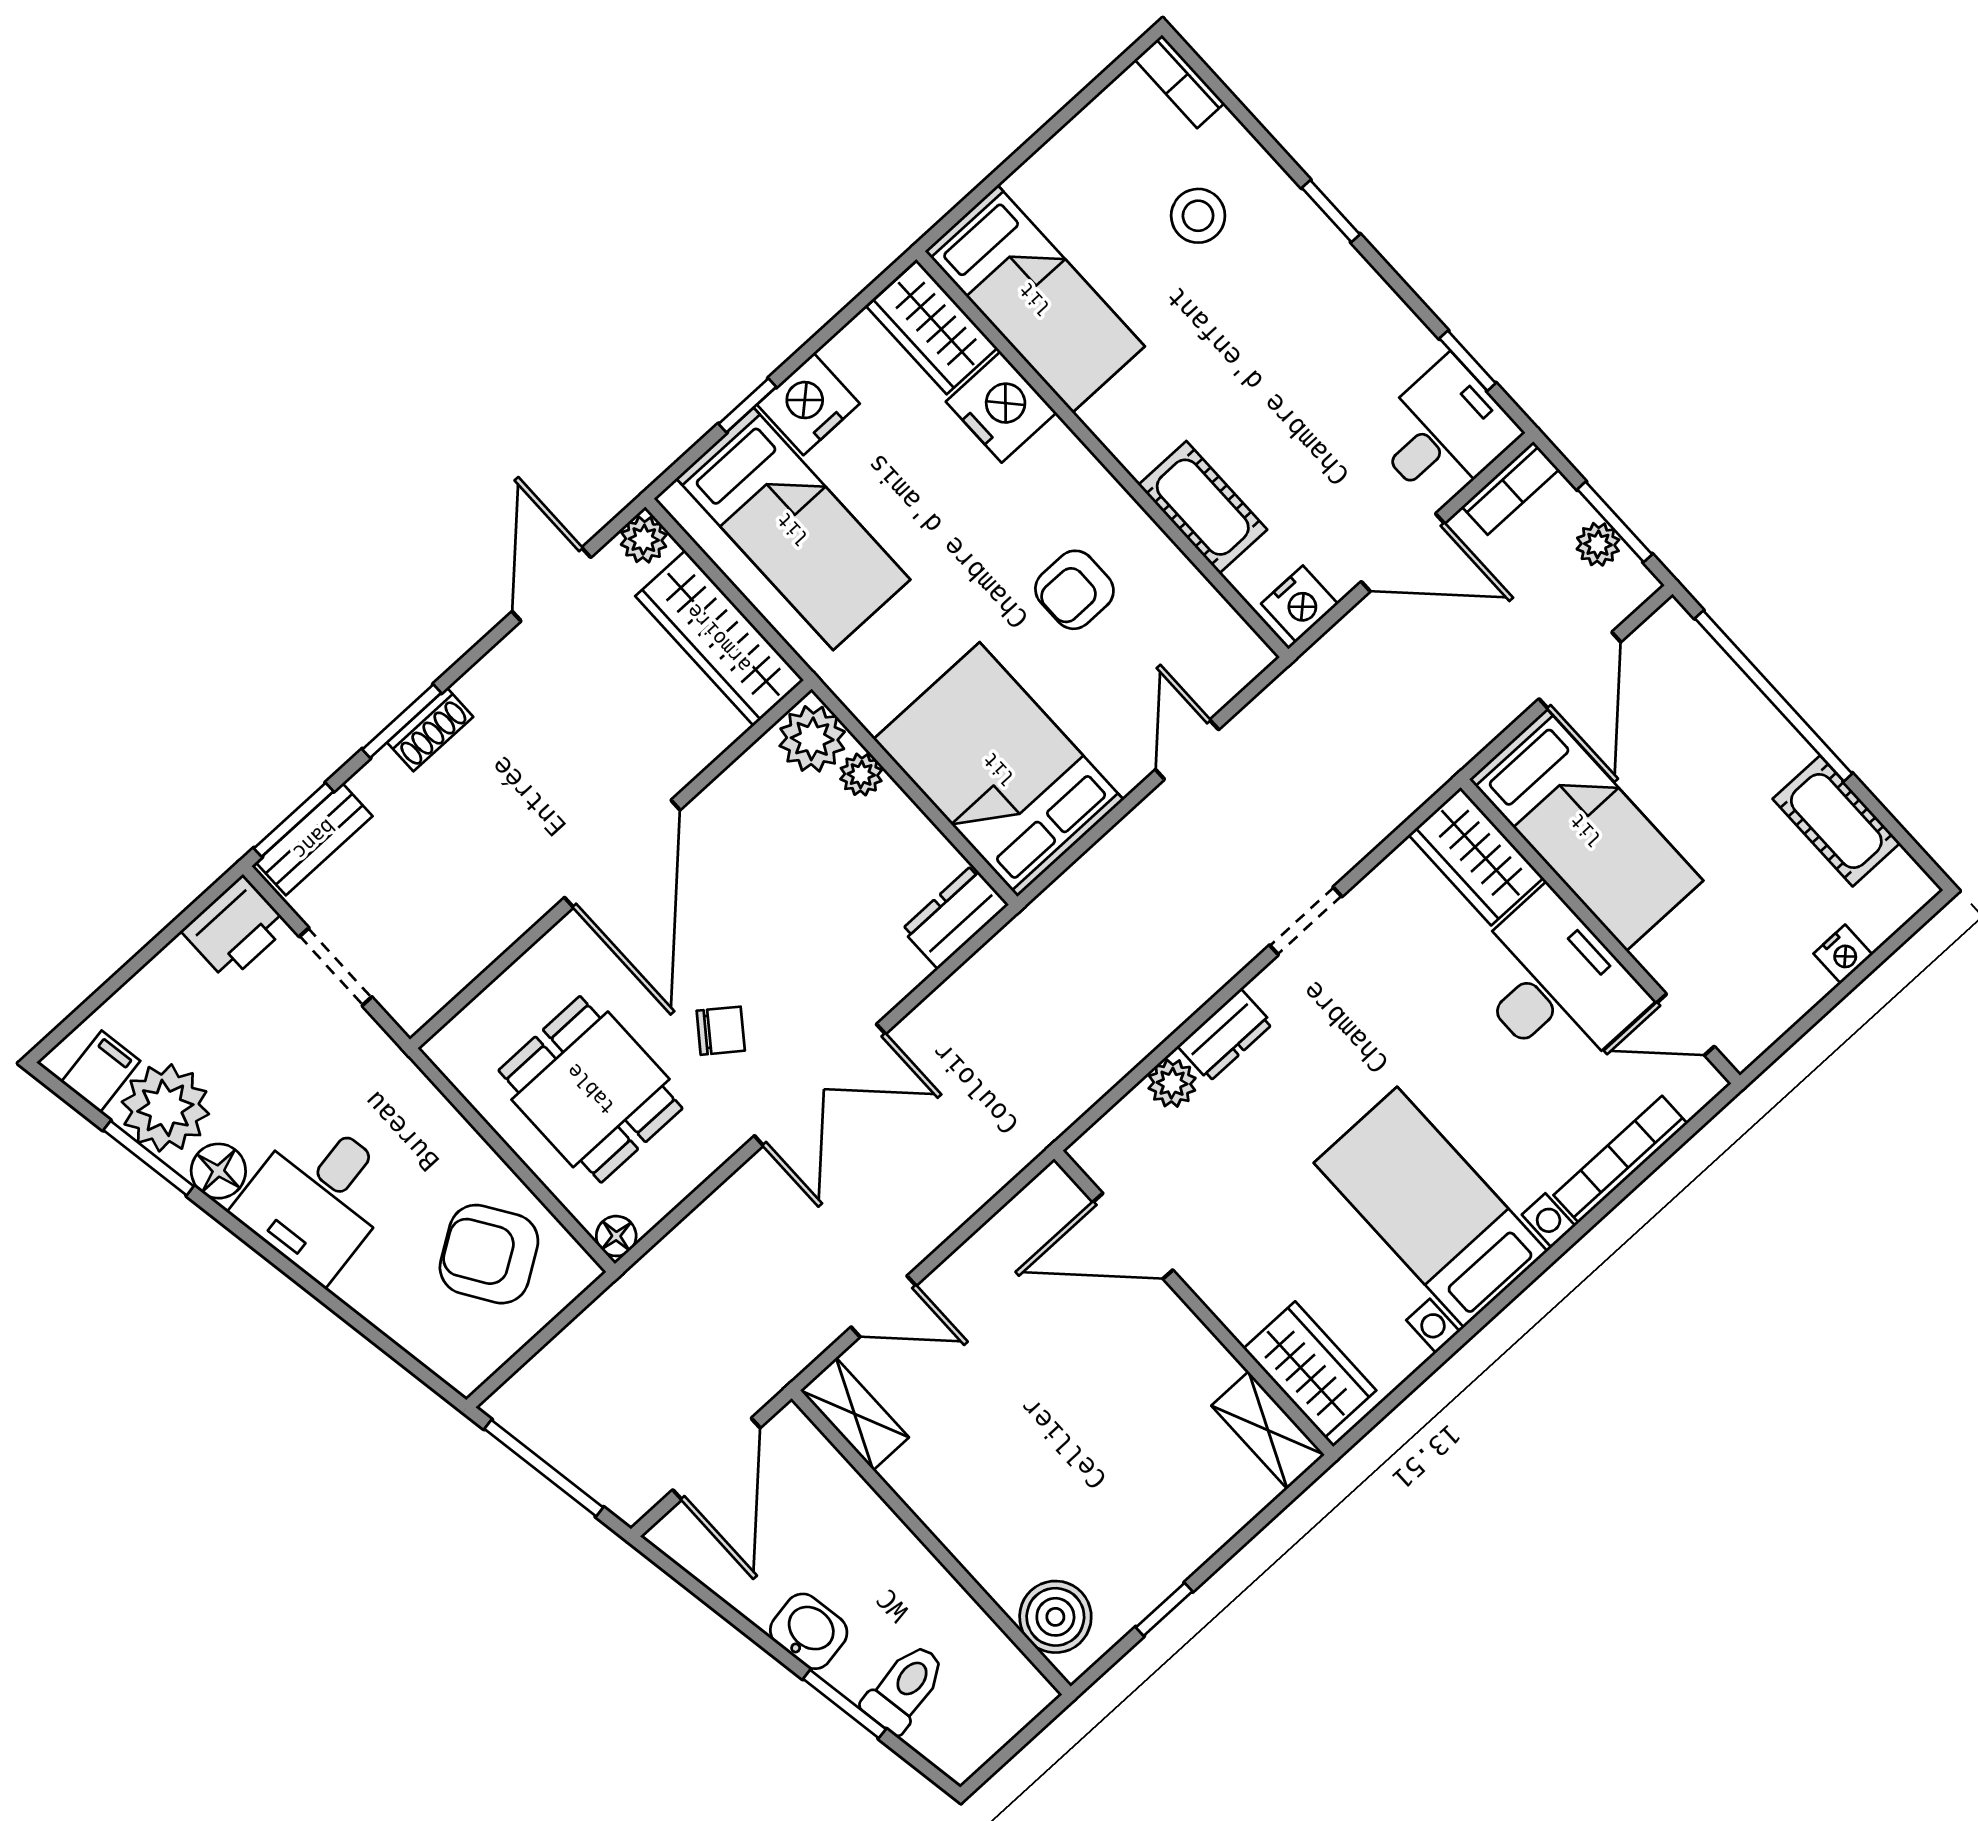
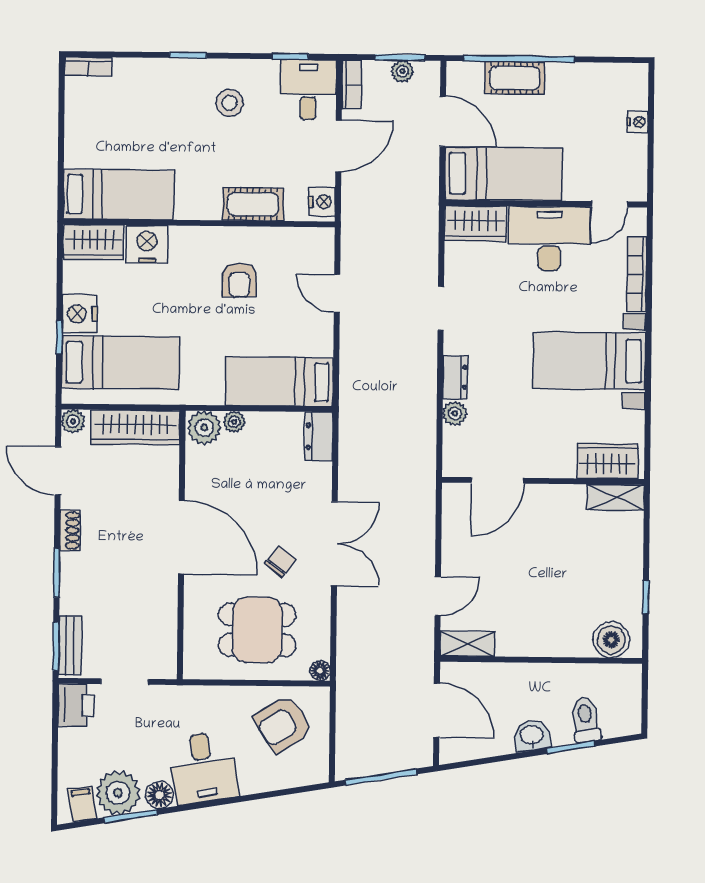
stool: (1198, 216) -> (230, 103), moved
shoe rack: (430, 730) -> (70, 530), moved
bed: (999, 769) -> (279, 382), width x0.67
cot: (1836, 821) -> (515, 78), moved

